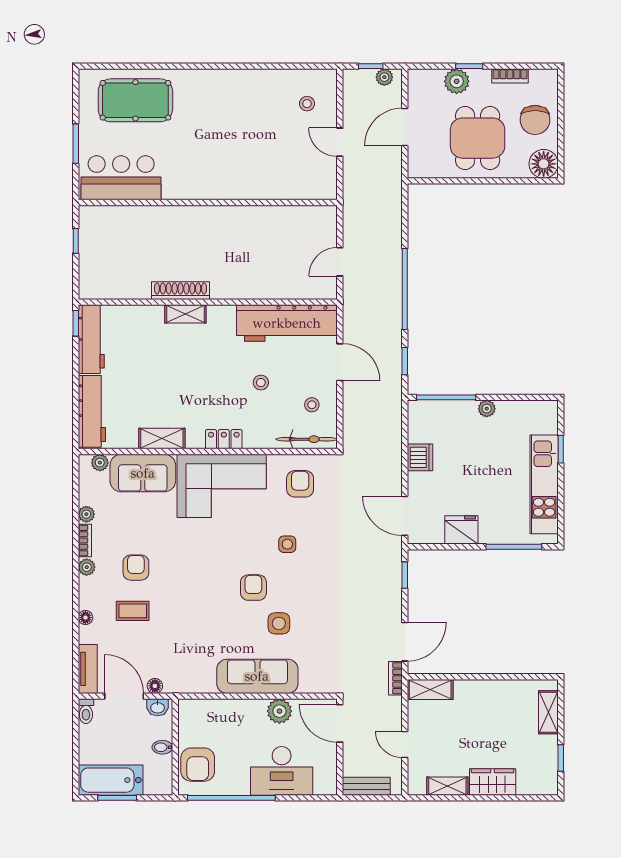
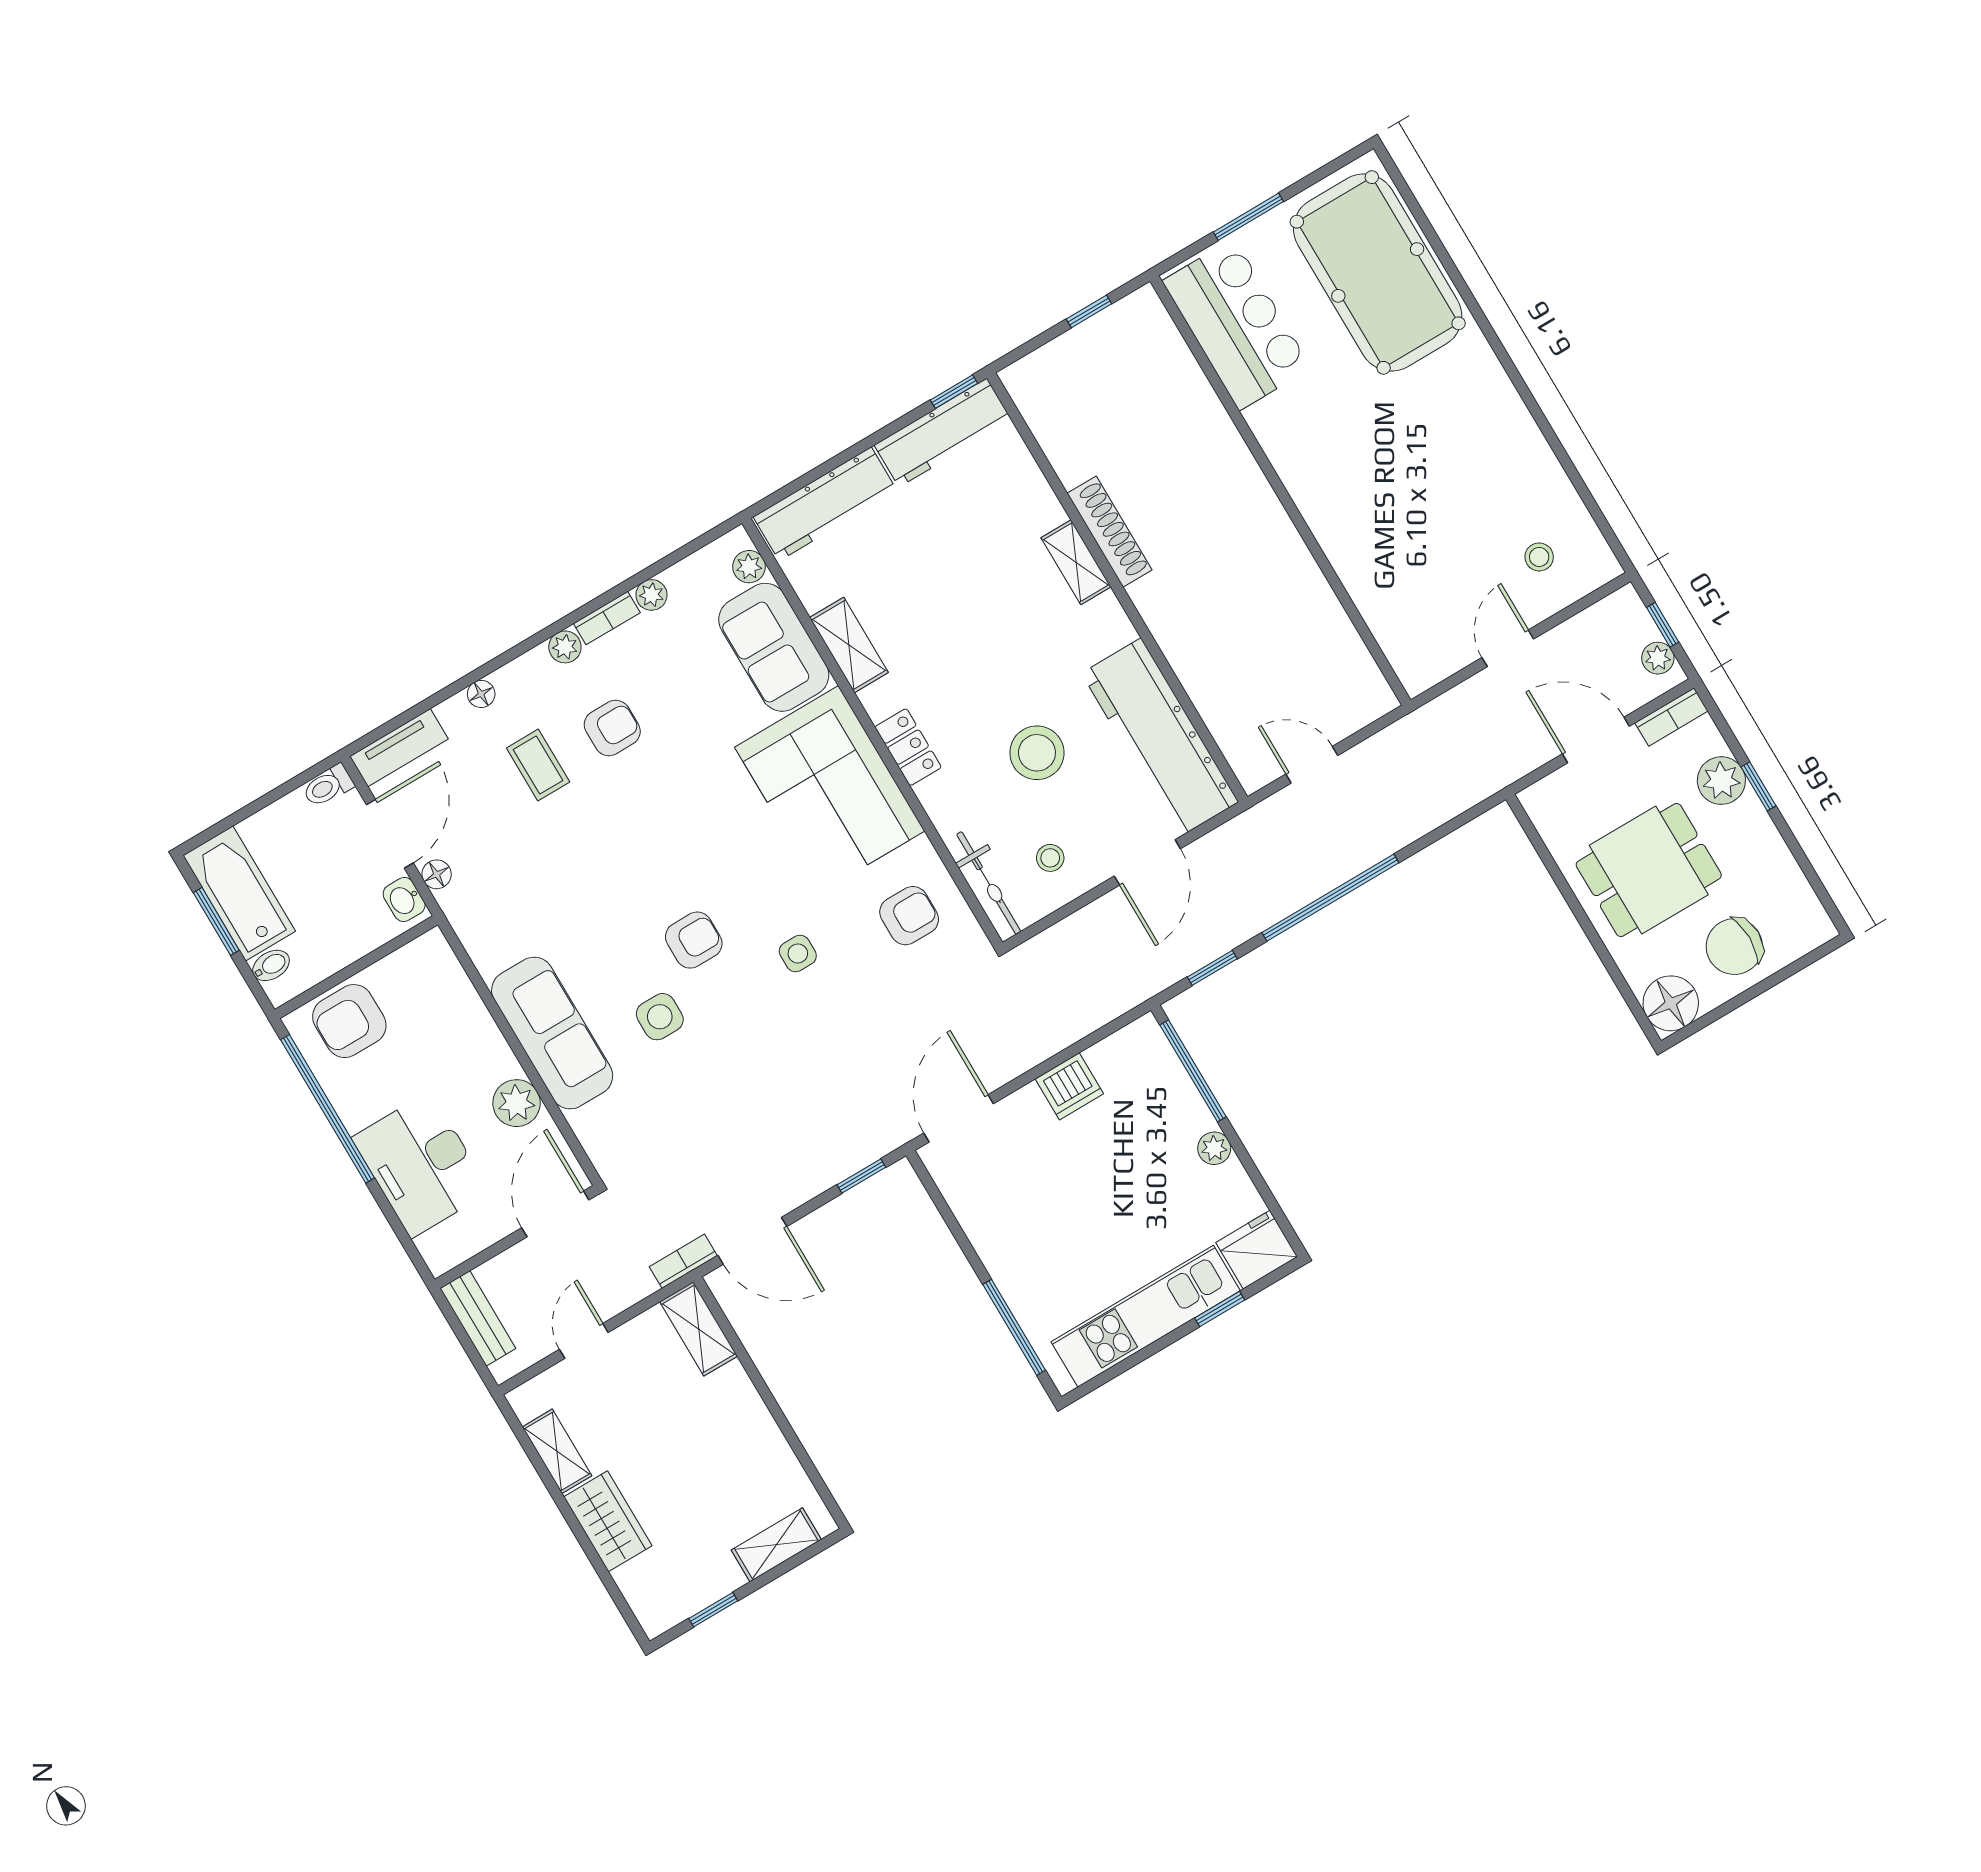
bookcase: (510, 76) -> (1671, 717), moved, turned -90
pool table: (135, 100) -> (1378, 272), width x1.36, depth x1.32
stool: (261, 383) -> (1037, 753), width x1.89, depth x1.89
fridge: (461, 530) -> (1257, 1250), moved, turned -90
bidet: (162, 747) -> (271, 965), moved, turned 90

